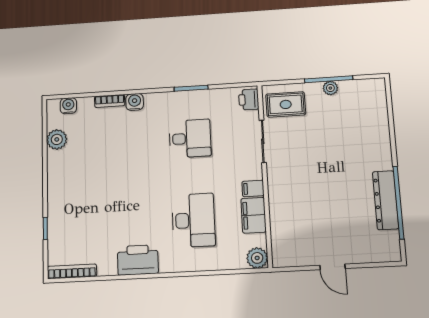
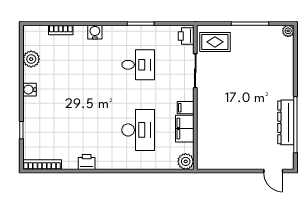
plant: (330, 88) -> (288, 31), moved
bookcase: (110, 101) -> (61, 30), moved
water cooler: (68, 106) -> (29, 90), moved, turned -90
printer: (138, 260) -> (87, 162), width x0.53, depth x0.68
door: (332, 267) -> (273, 171), moved

